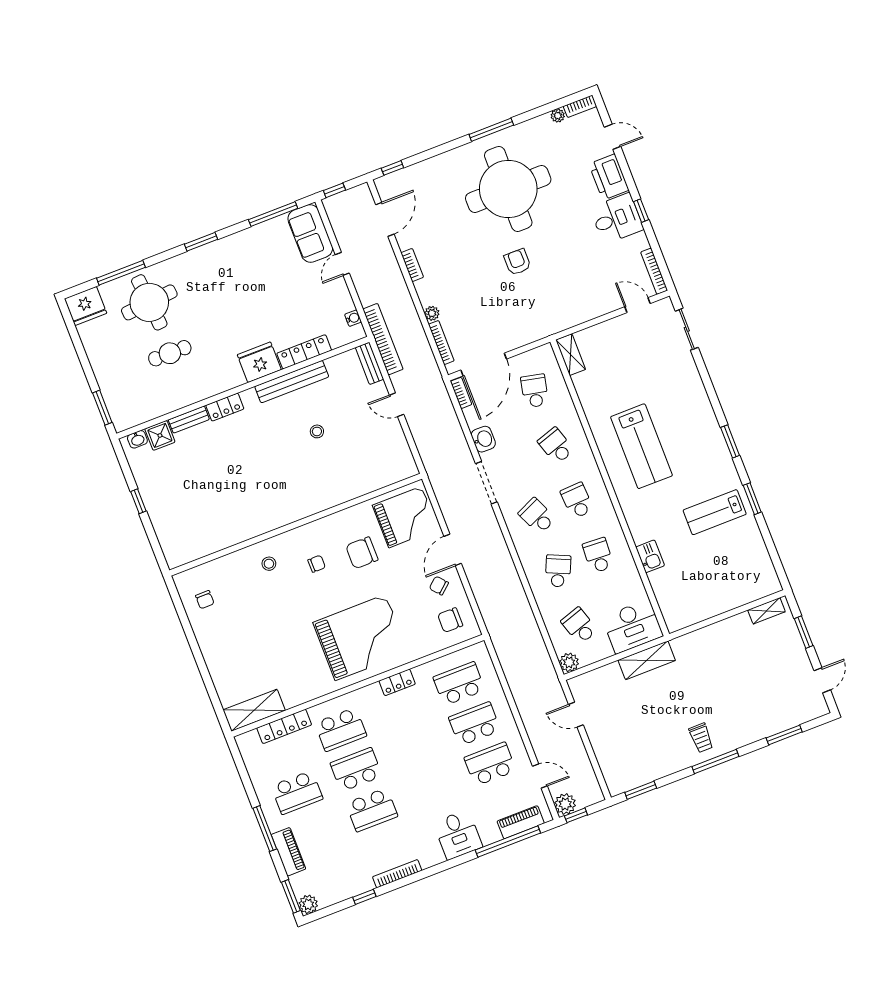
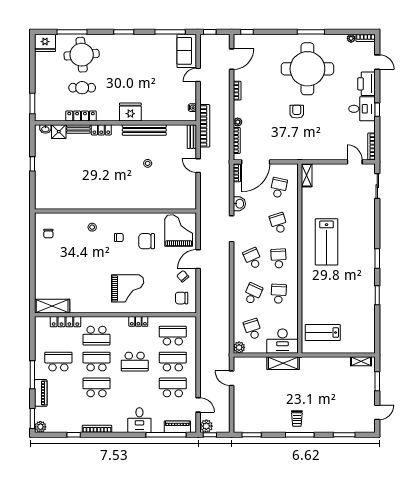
locker: (304, 352) -> (81, 116), moved
lab bench: (715, 512) -> (323, 332), moved
grand piano: (405, 517) -> (179, 230), turned -90
kitchen sink: (650, 556) -> (308, 305), removed
grand piano: (361, 637) -> (128, 288), width x0.73, depth x0.68
school desk: (415, 747) -> (135, 362), added
school desk: (297, 792) -> (58, 362), turned 180
school desk: (372, 810) -> (97, 387), turned 180

